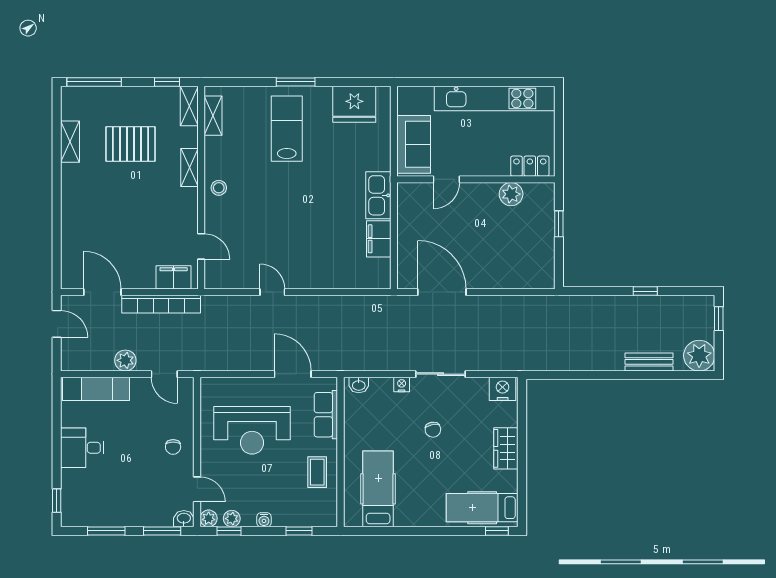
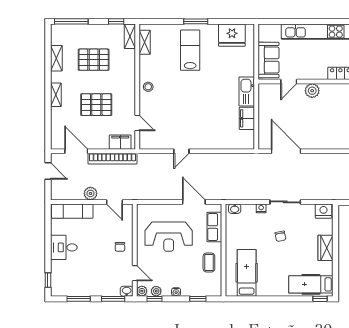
shelving: (189, 168) -> (56, 95), moved
plant: (511, 194) -> (312, 91), moved
pallet: (135, 217) -> (96, 105), added
door: (272, 292) -> (181, 151), swing flipped

